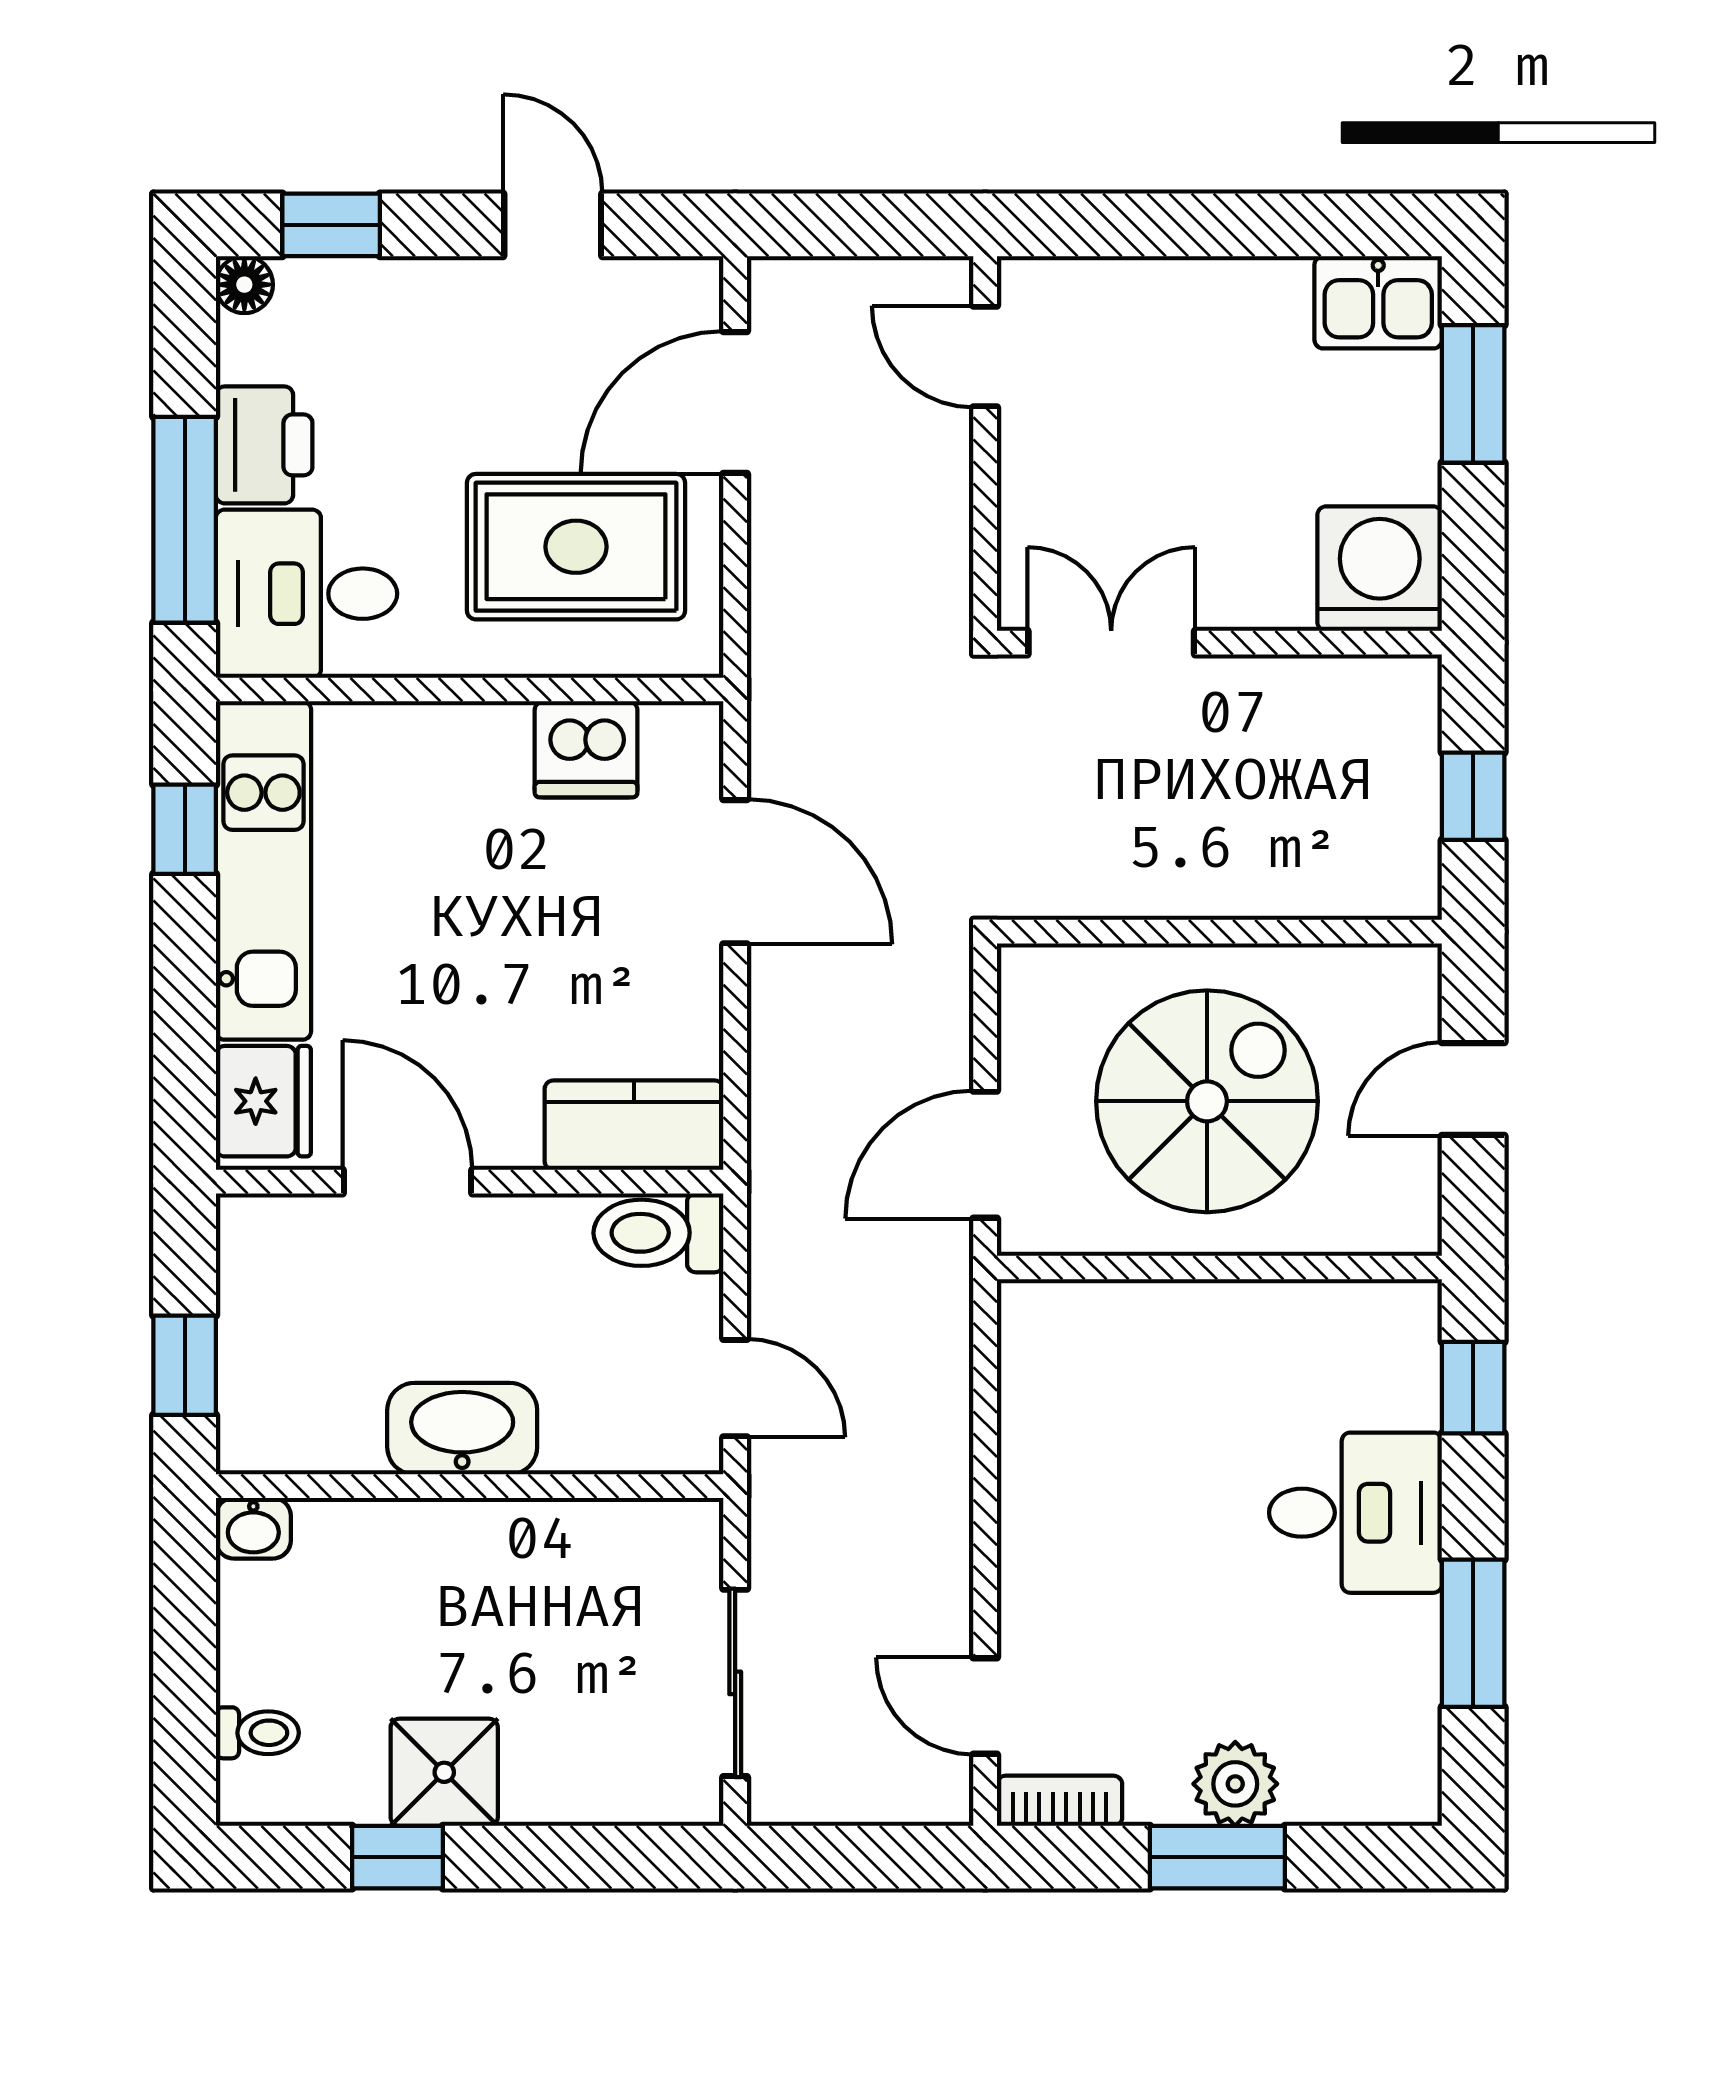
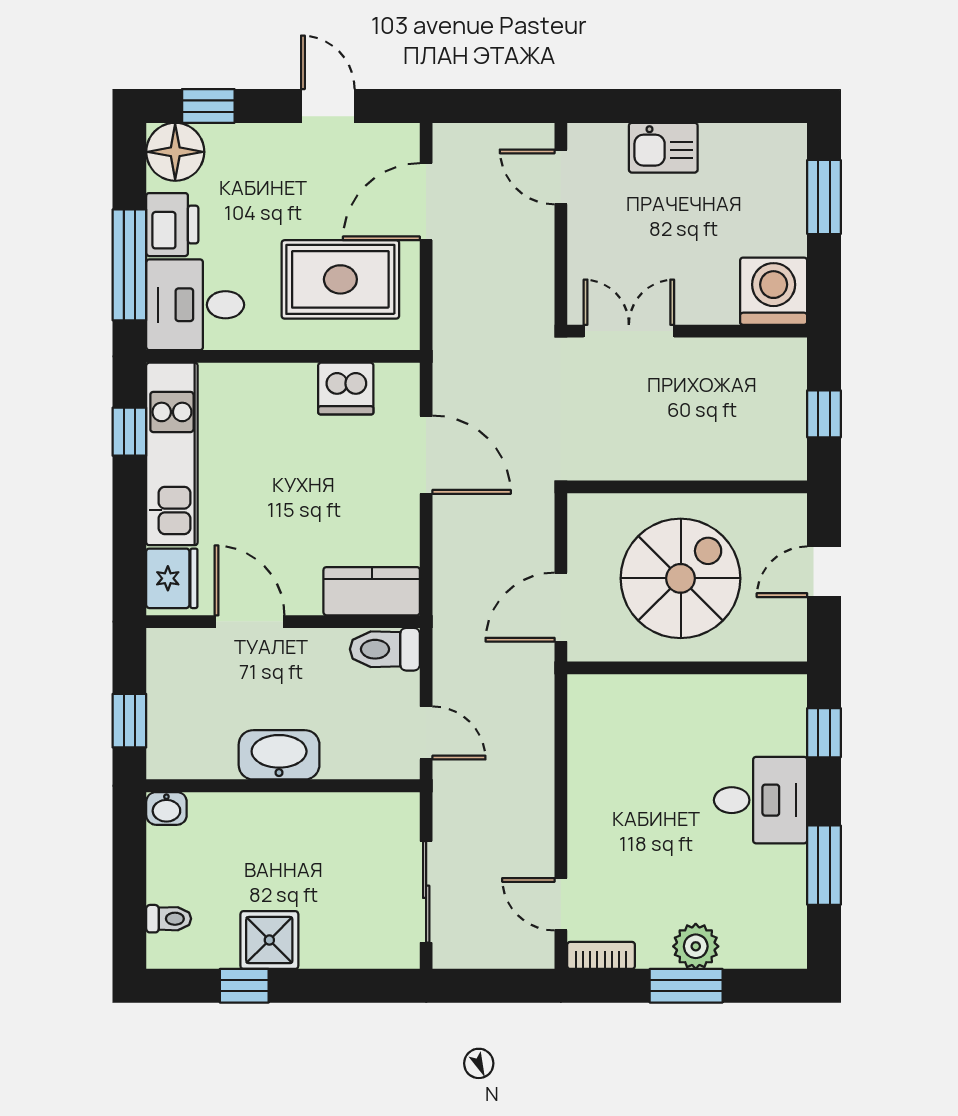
floor lamp: (244, 285) -> (175, 152), width x1.89, depth x1.89
kitchen sink: (1378, 302) -> (663, 148), moved

